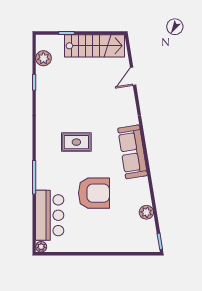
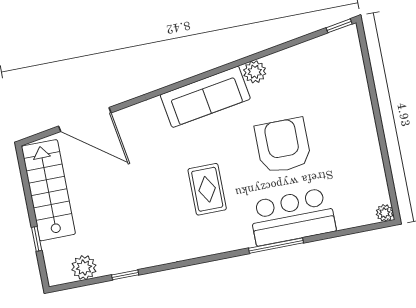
door: (133, 76) -> (85, 120), width x1.87
plant: (146, 212) -> (255, 72), moved
bar counter: (50, 215) -> (292, 217), moved

